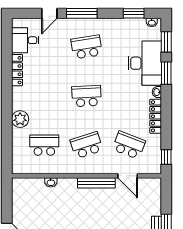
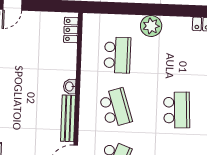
washbasin: (51, 182) -> (70, 87), moved
locker: (26, 183) -> (71, 30), added

